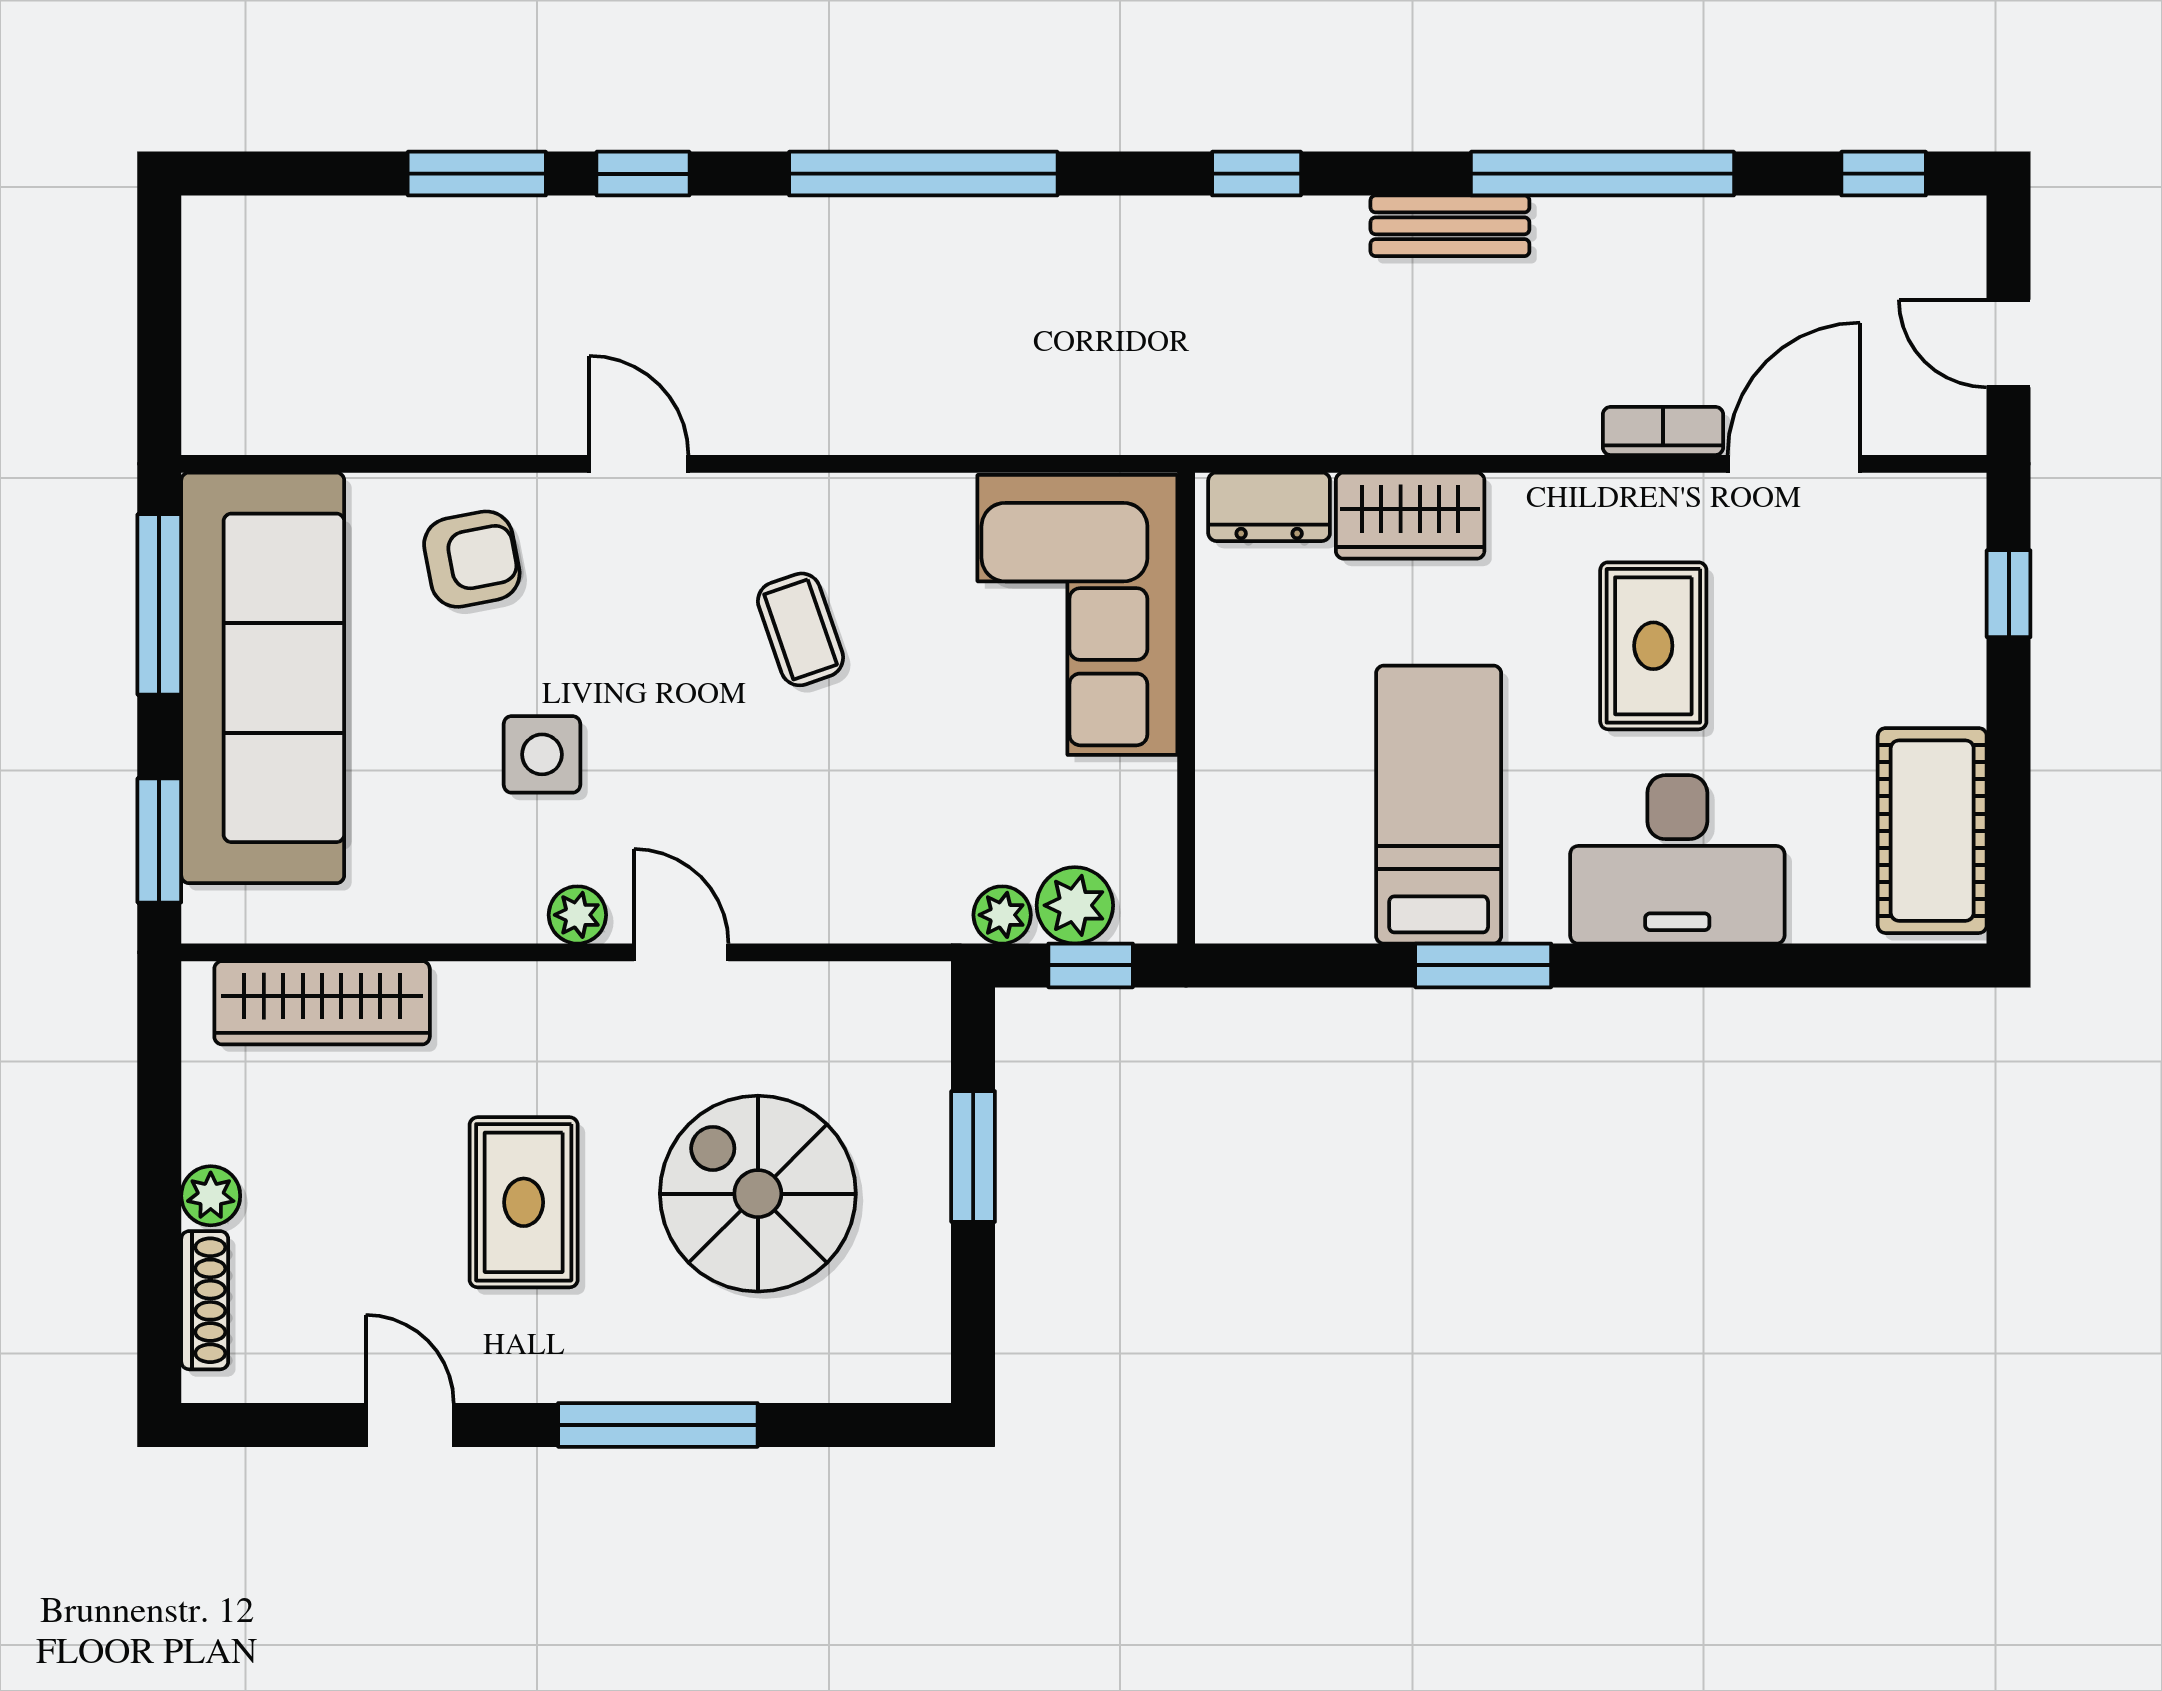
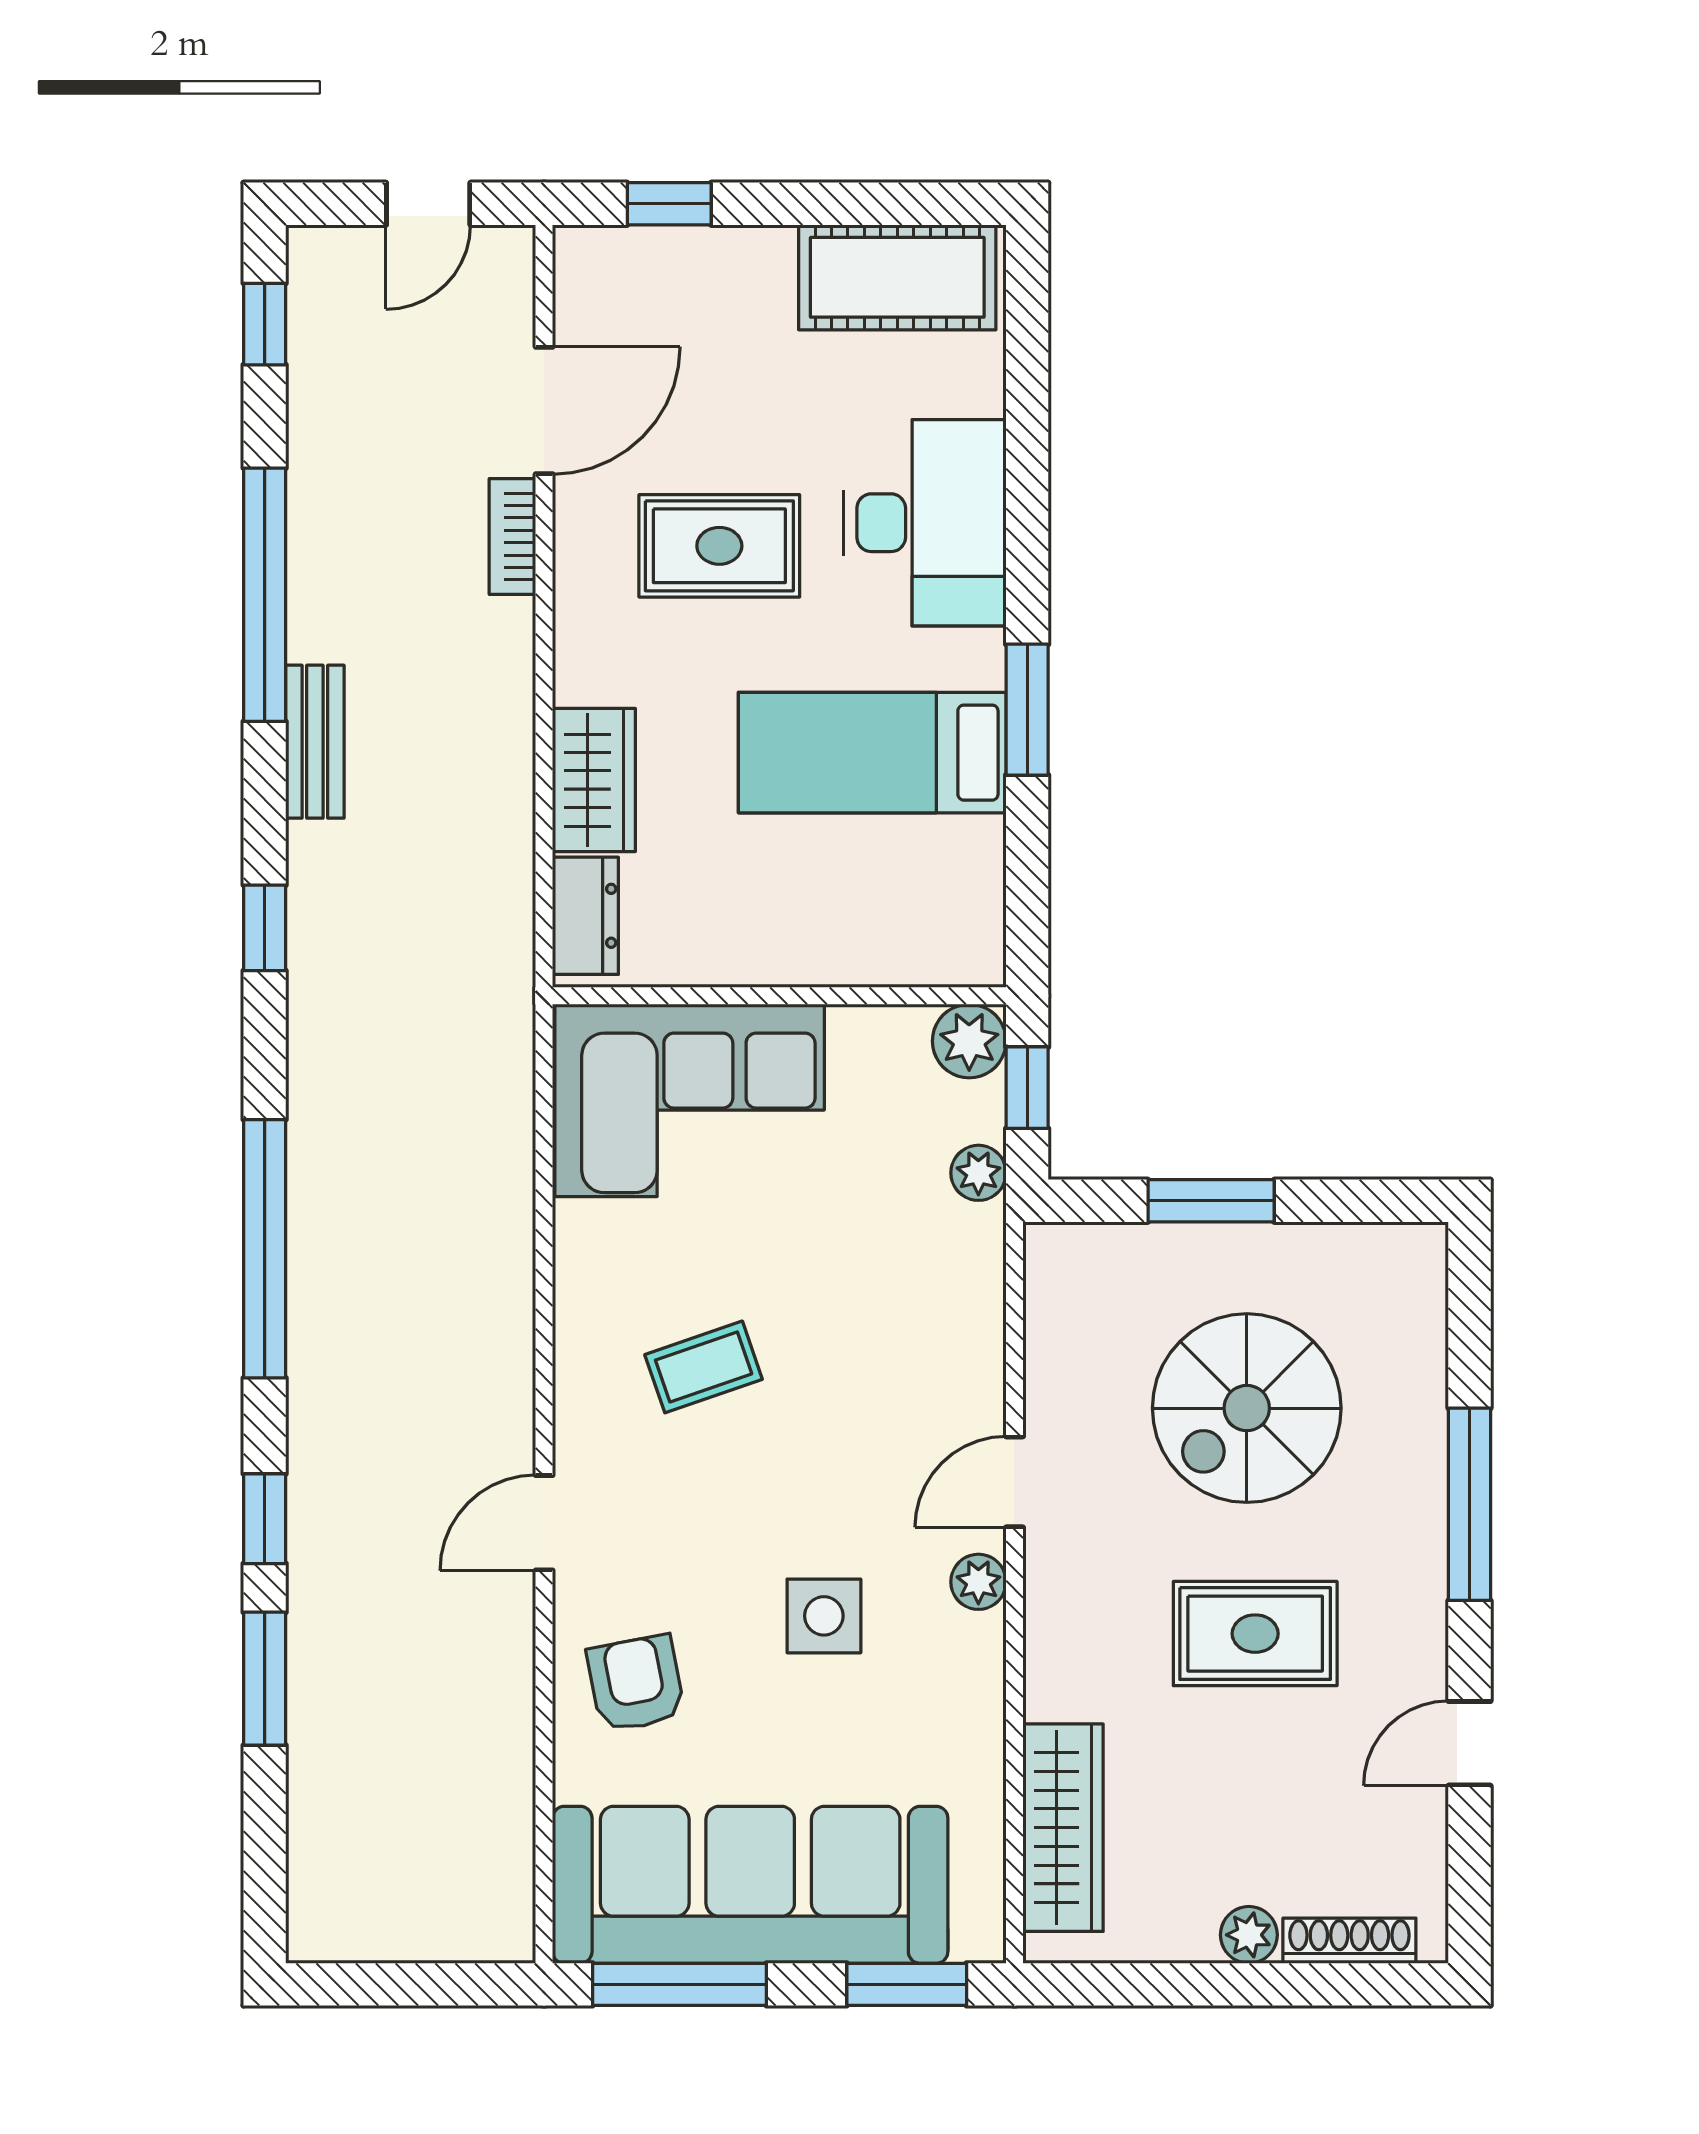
door: (1794, 464) -> (544, 411), swing flipped
plant: (1075, 905) -> (969, 1041), moved

